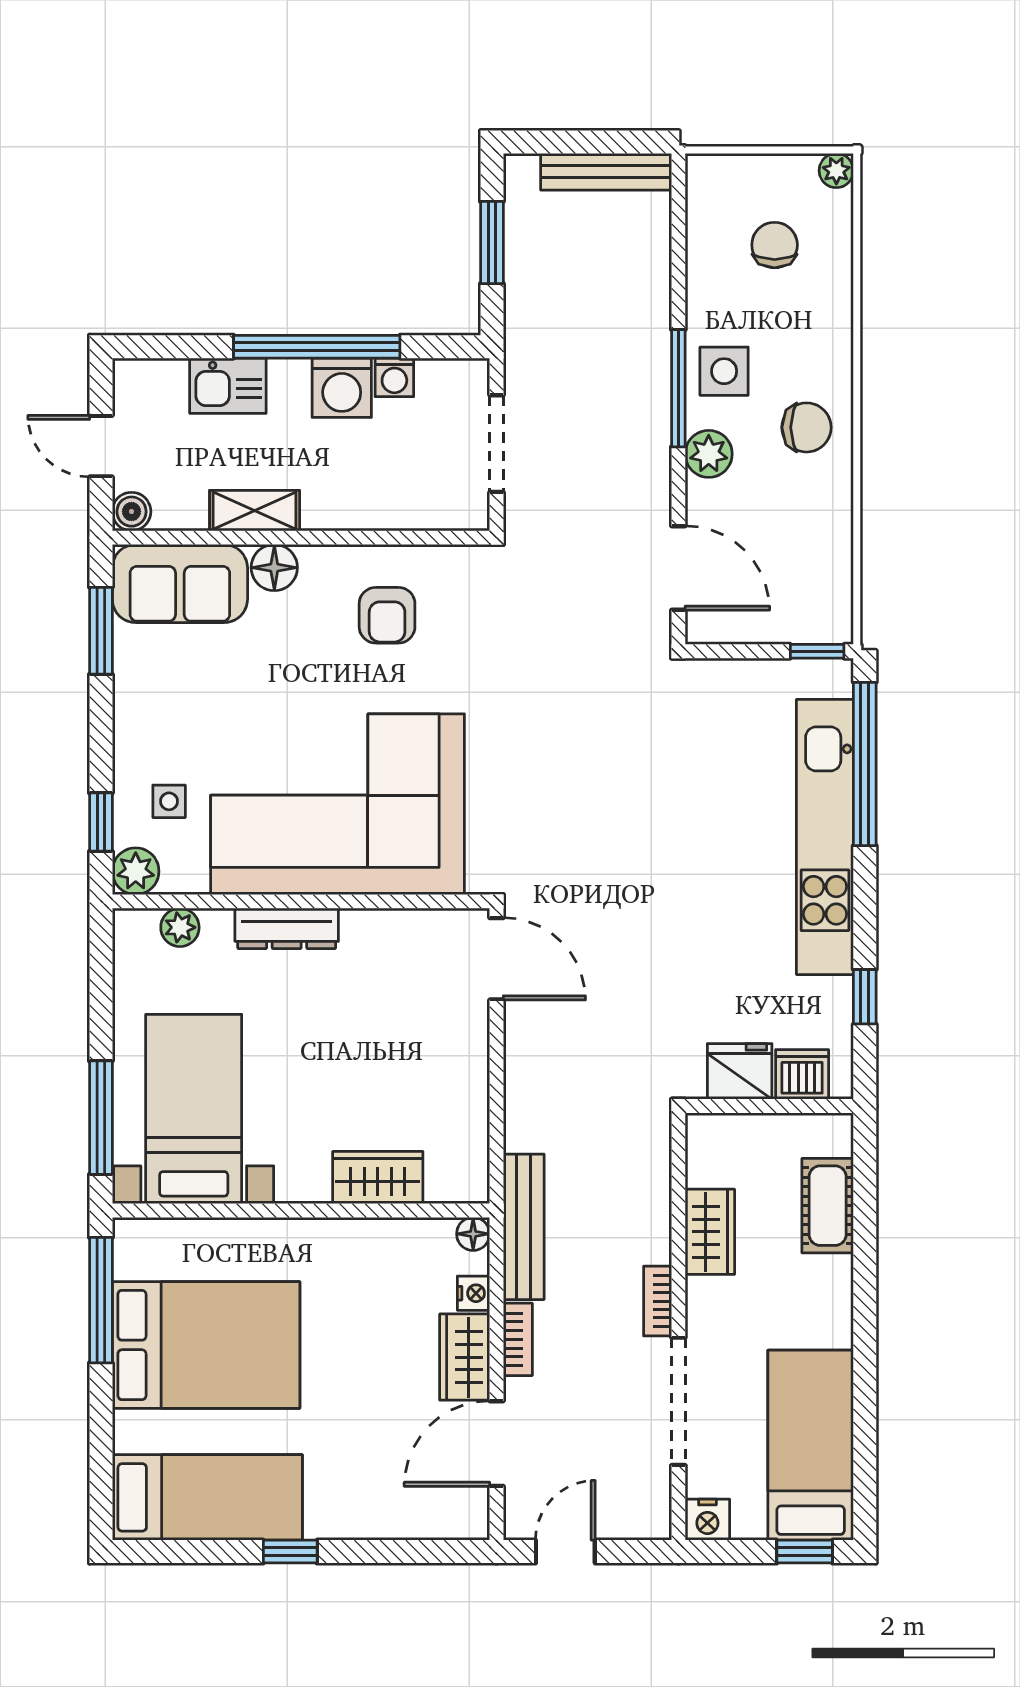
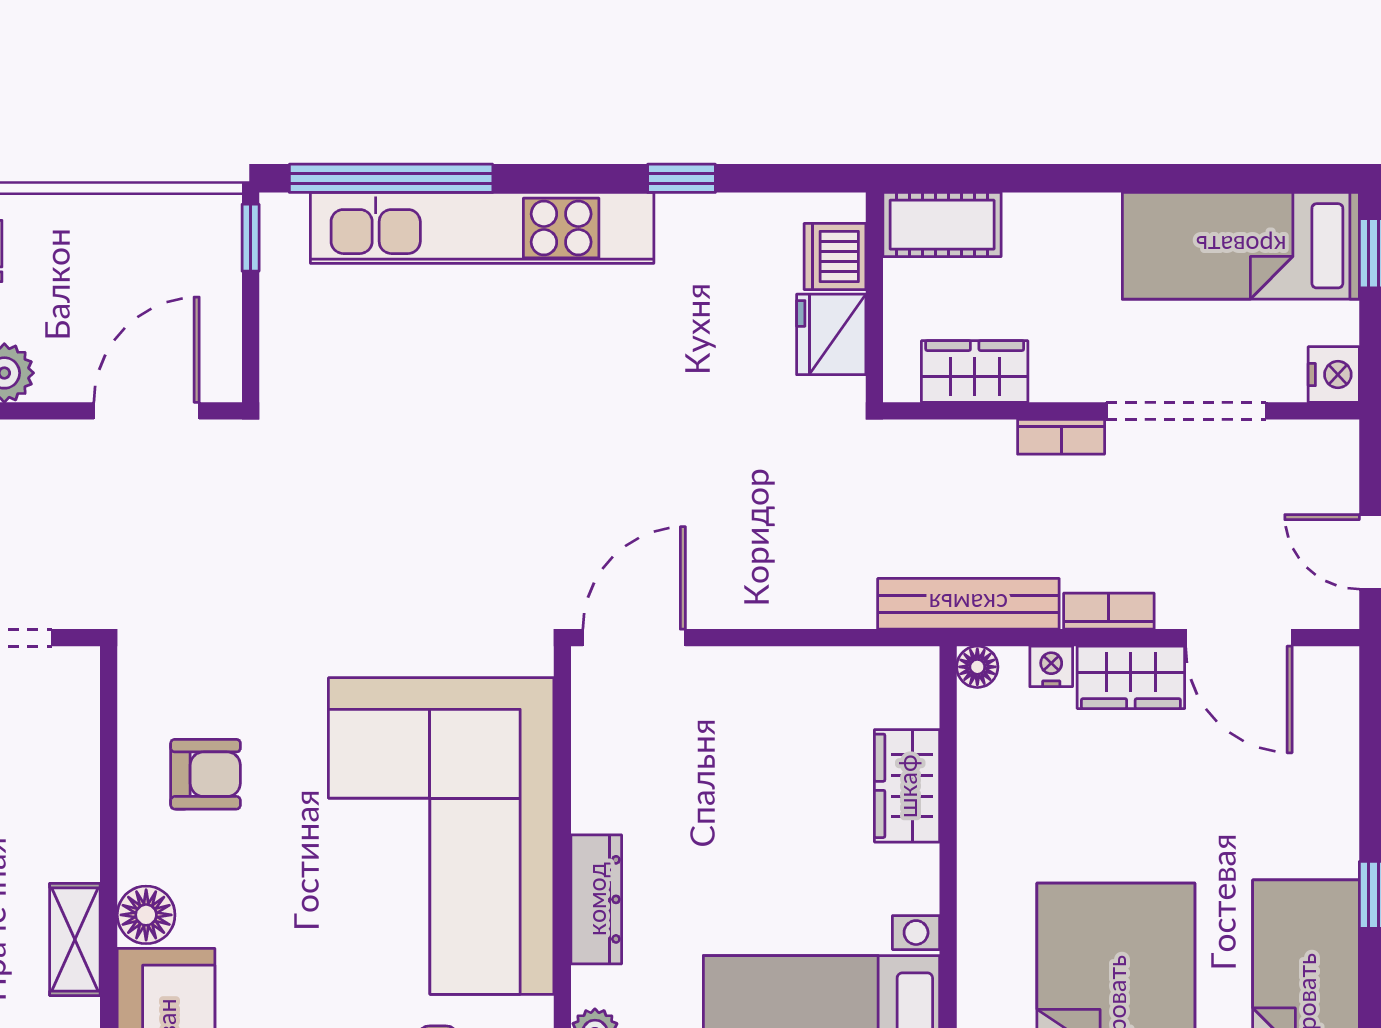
fridge: (740, 1071) -> (831, 334), moved
dishwasher: (802, 1074) -> (835, 257), moved
wall: (769, 1106) -> (874, 297), moved

